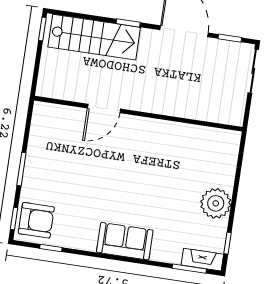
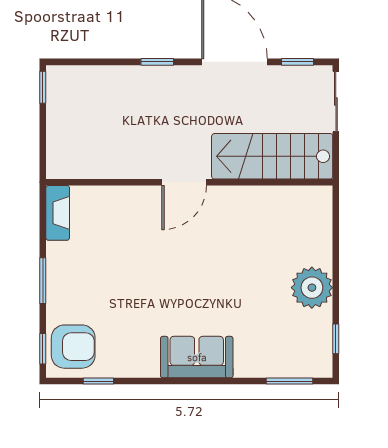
stairs: (94, 37) -> (272, 156), moved, turned 180
door: (104, 109) -> (184, 182), moved
fireplace: (202, 260) -> (58, 213), moved, turned 90

